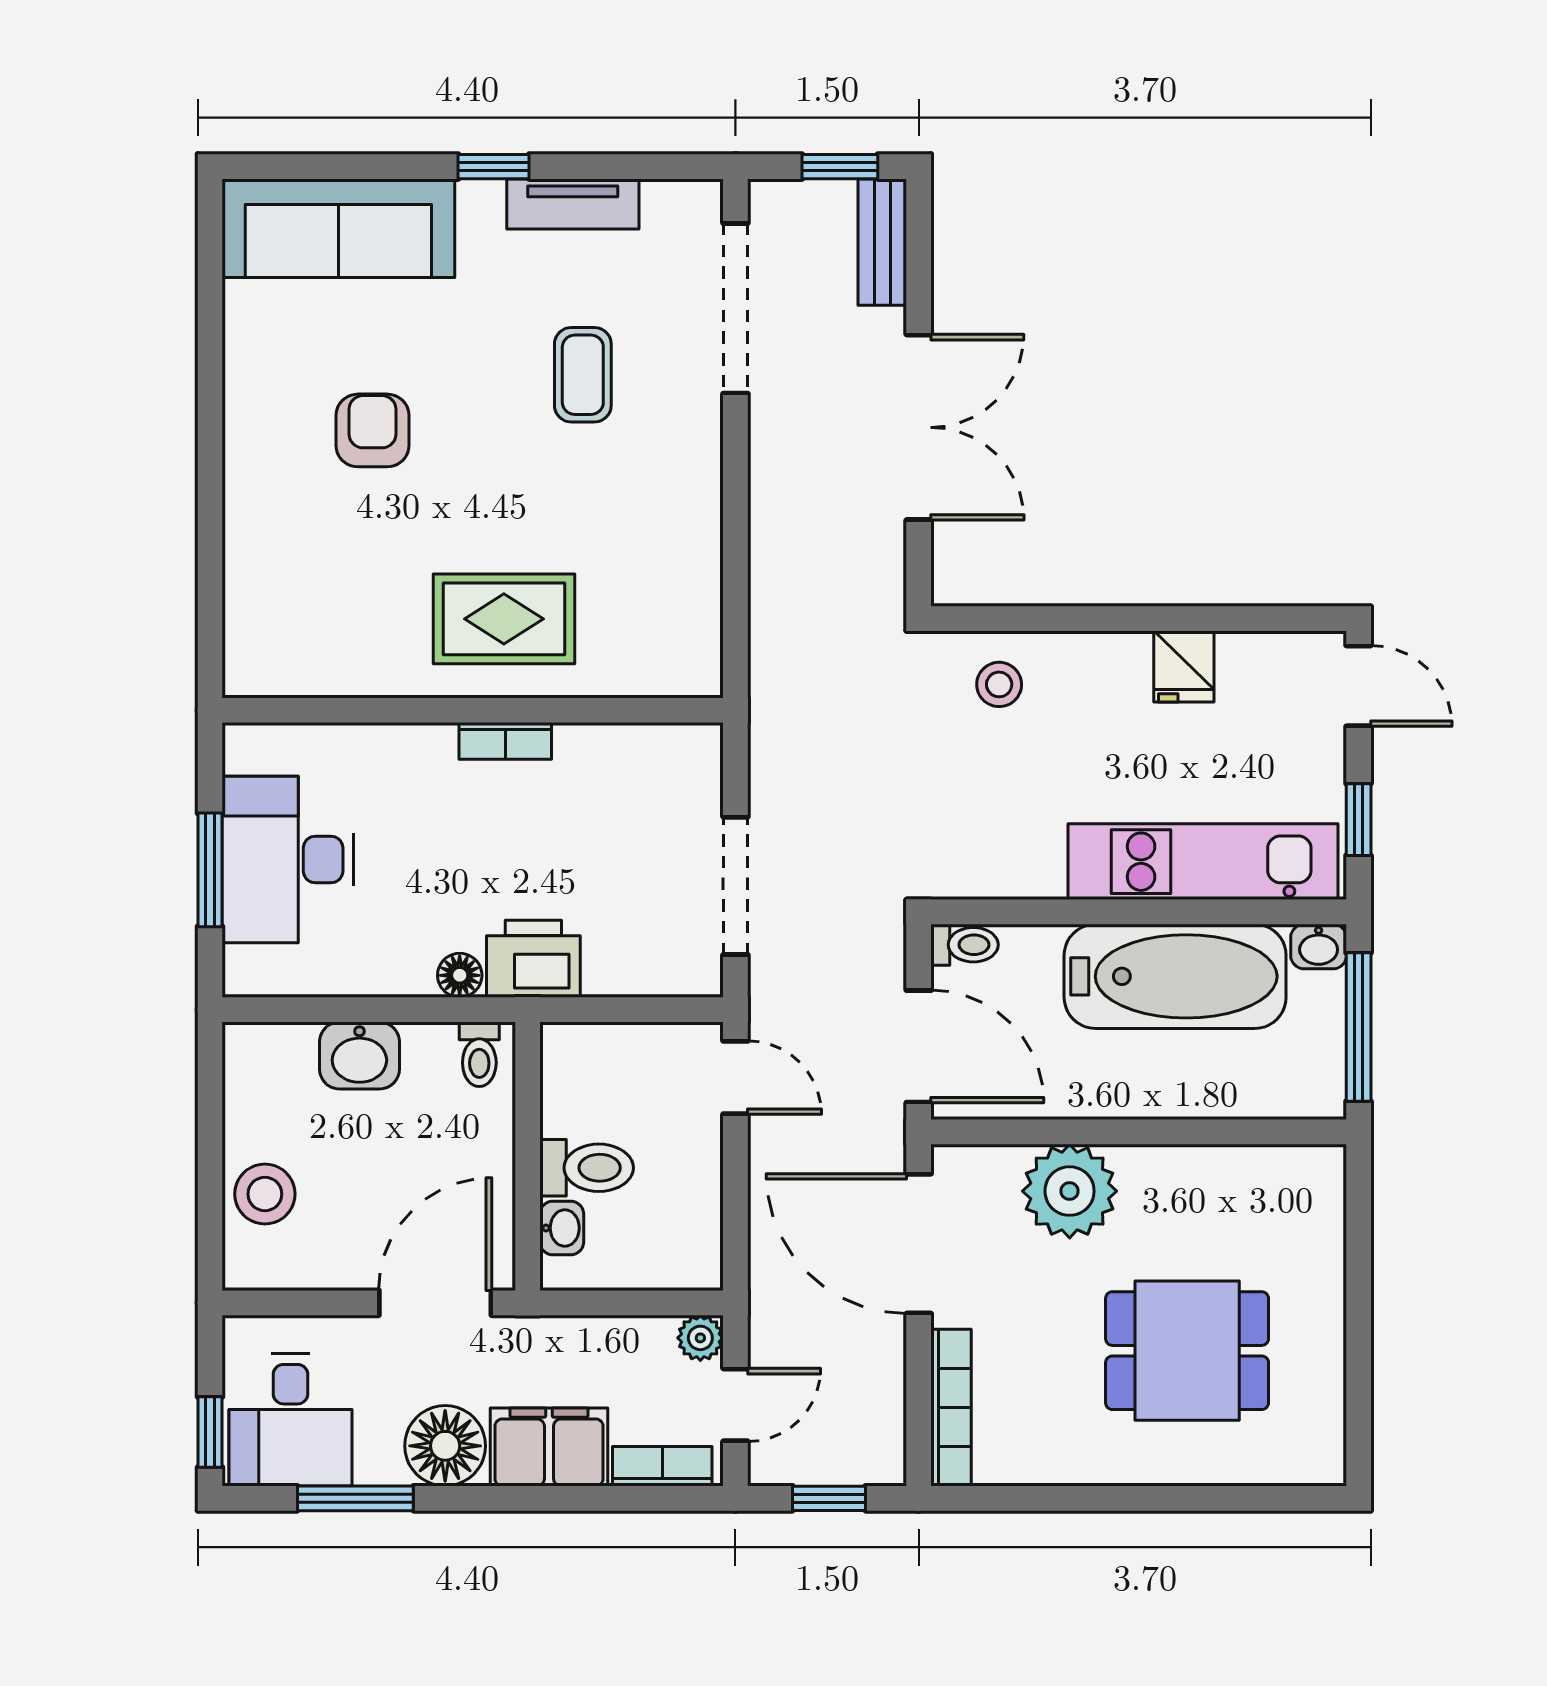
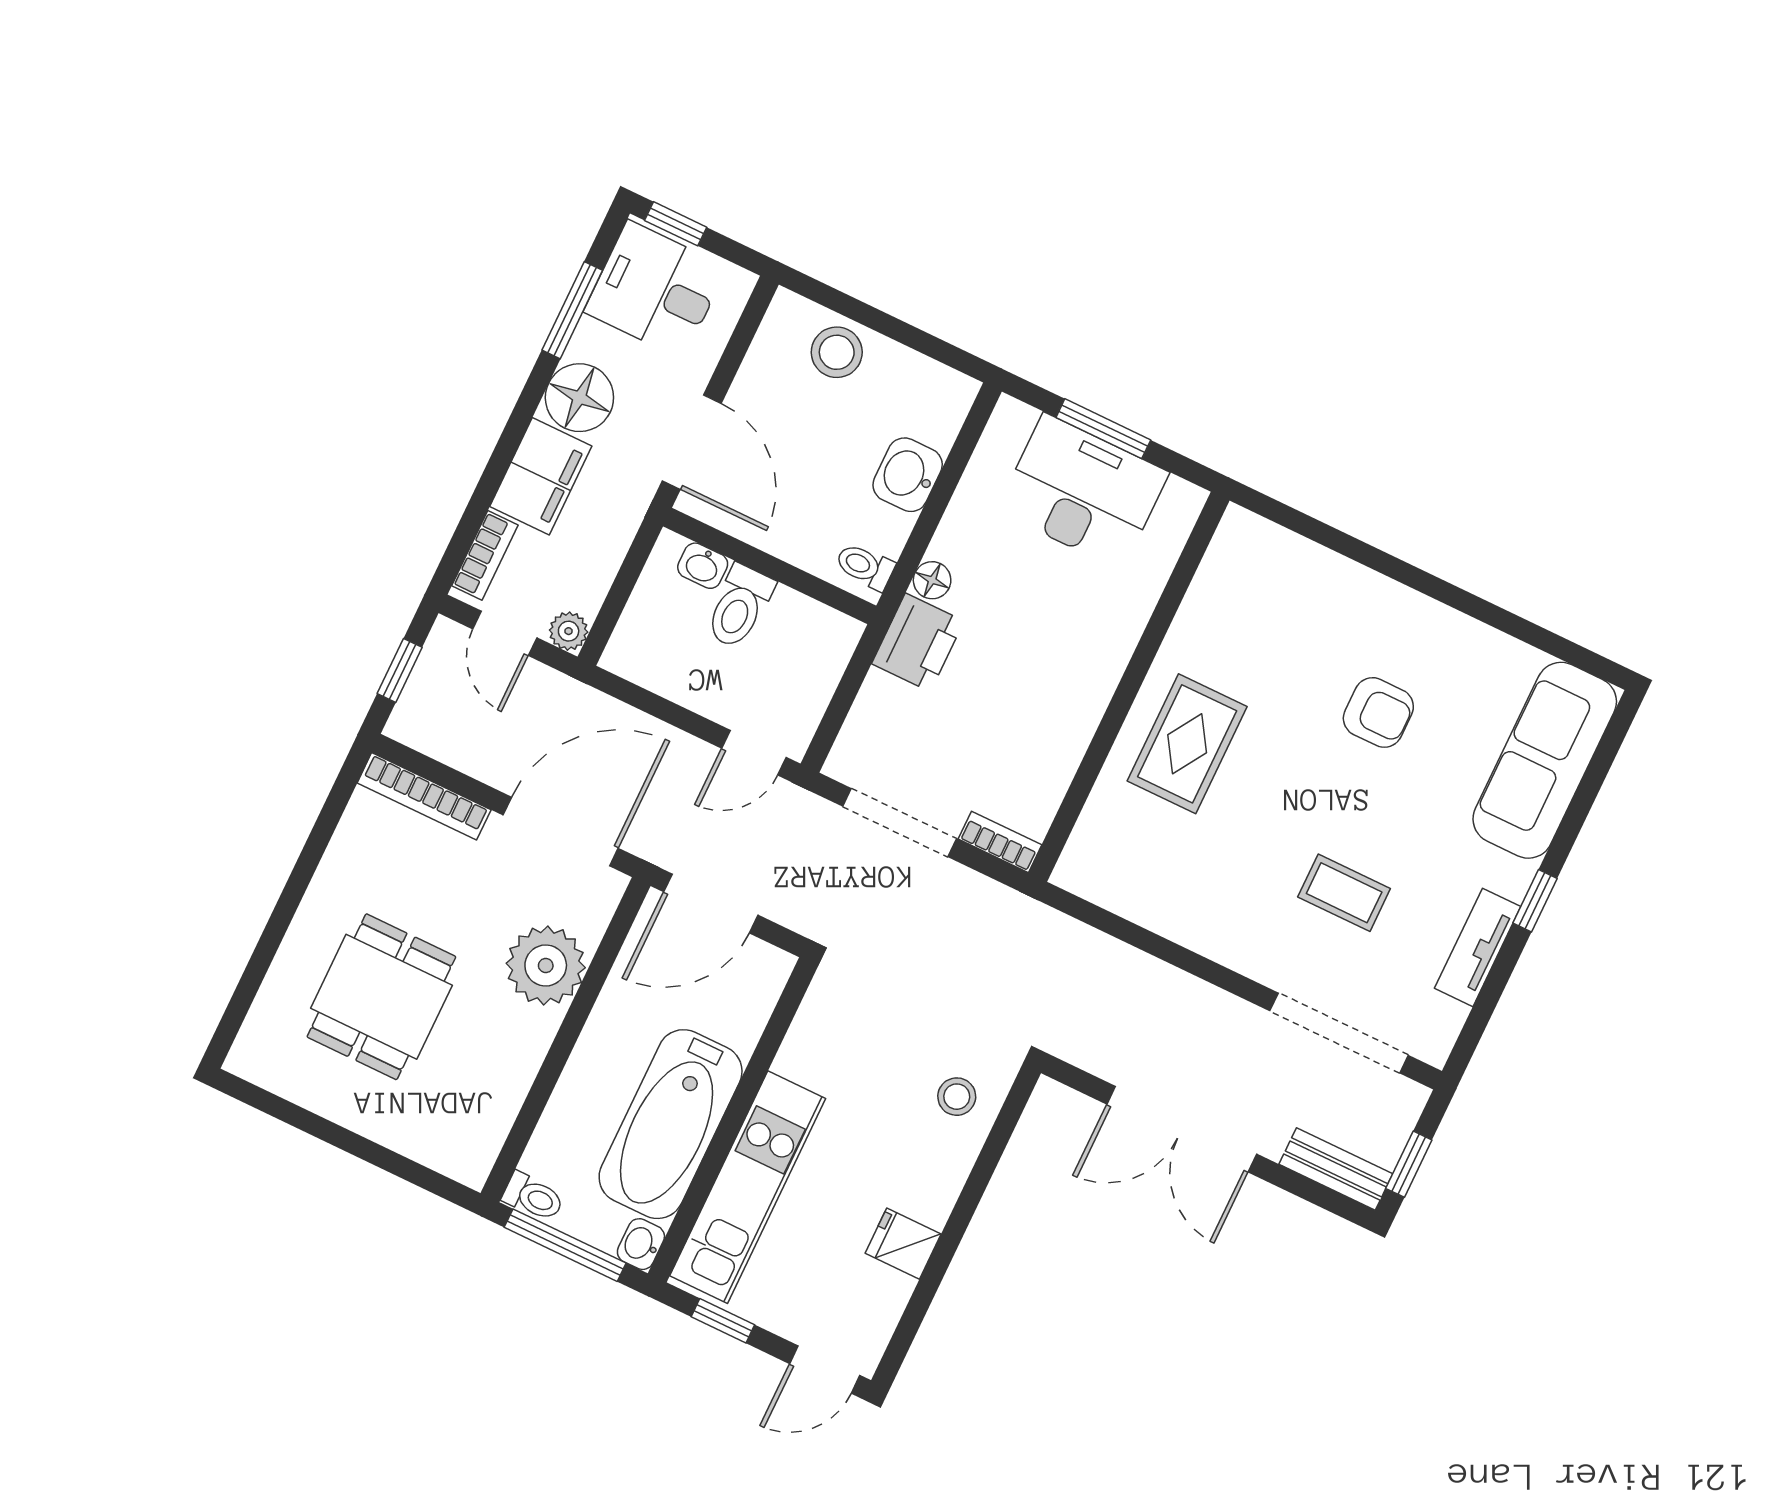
bookcase: (505, 741) -> (1000, 842), moved, turned 90
toilet: (965, 945) -> (533, 1197), moved, turned -90

